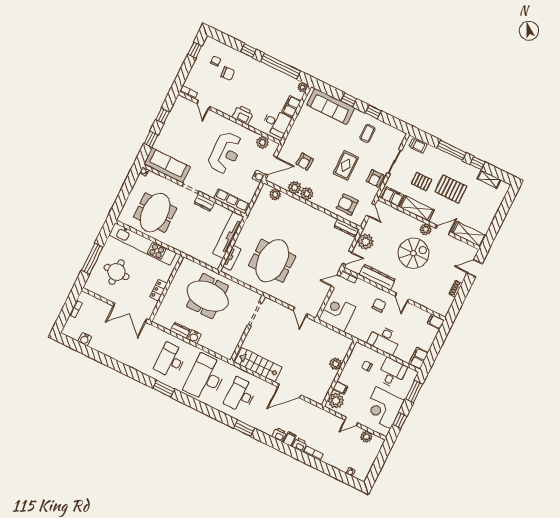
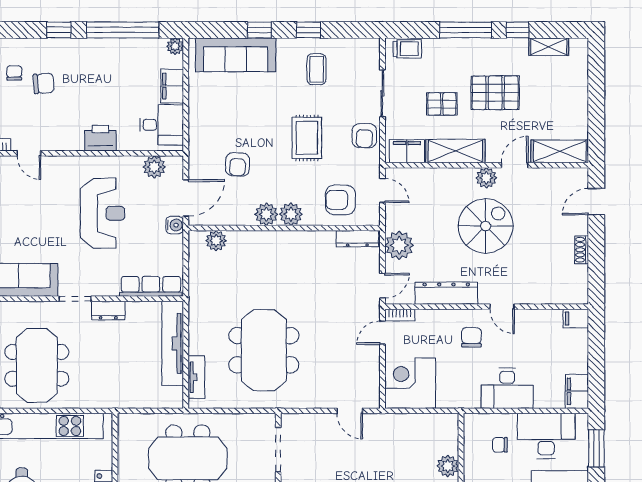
plant: (295, 187) -> (291, 214), moved
desk: (392, 373) -> (546, 436), width x1.37

